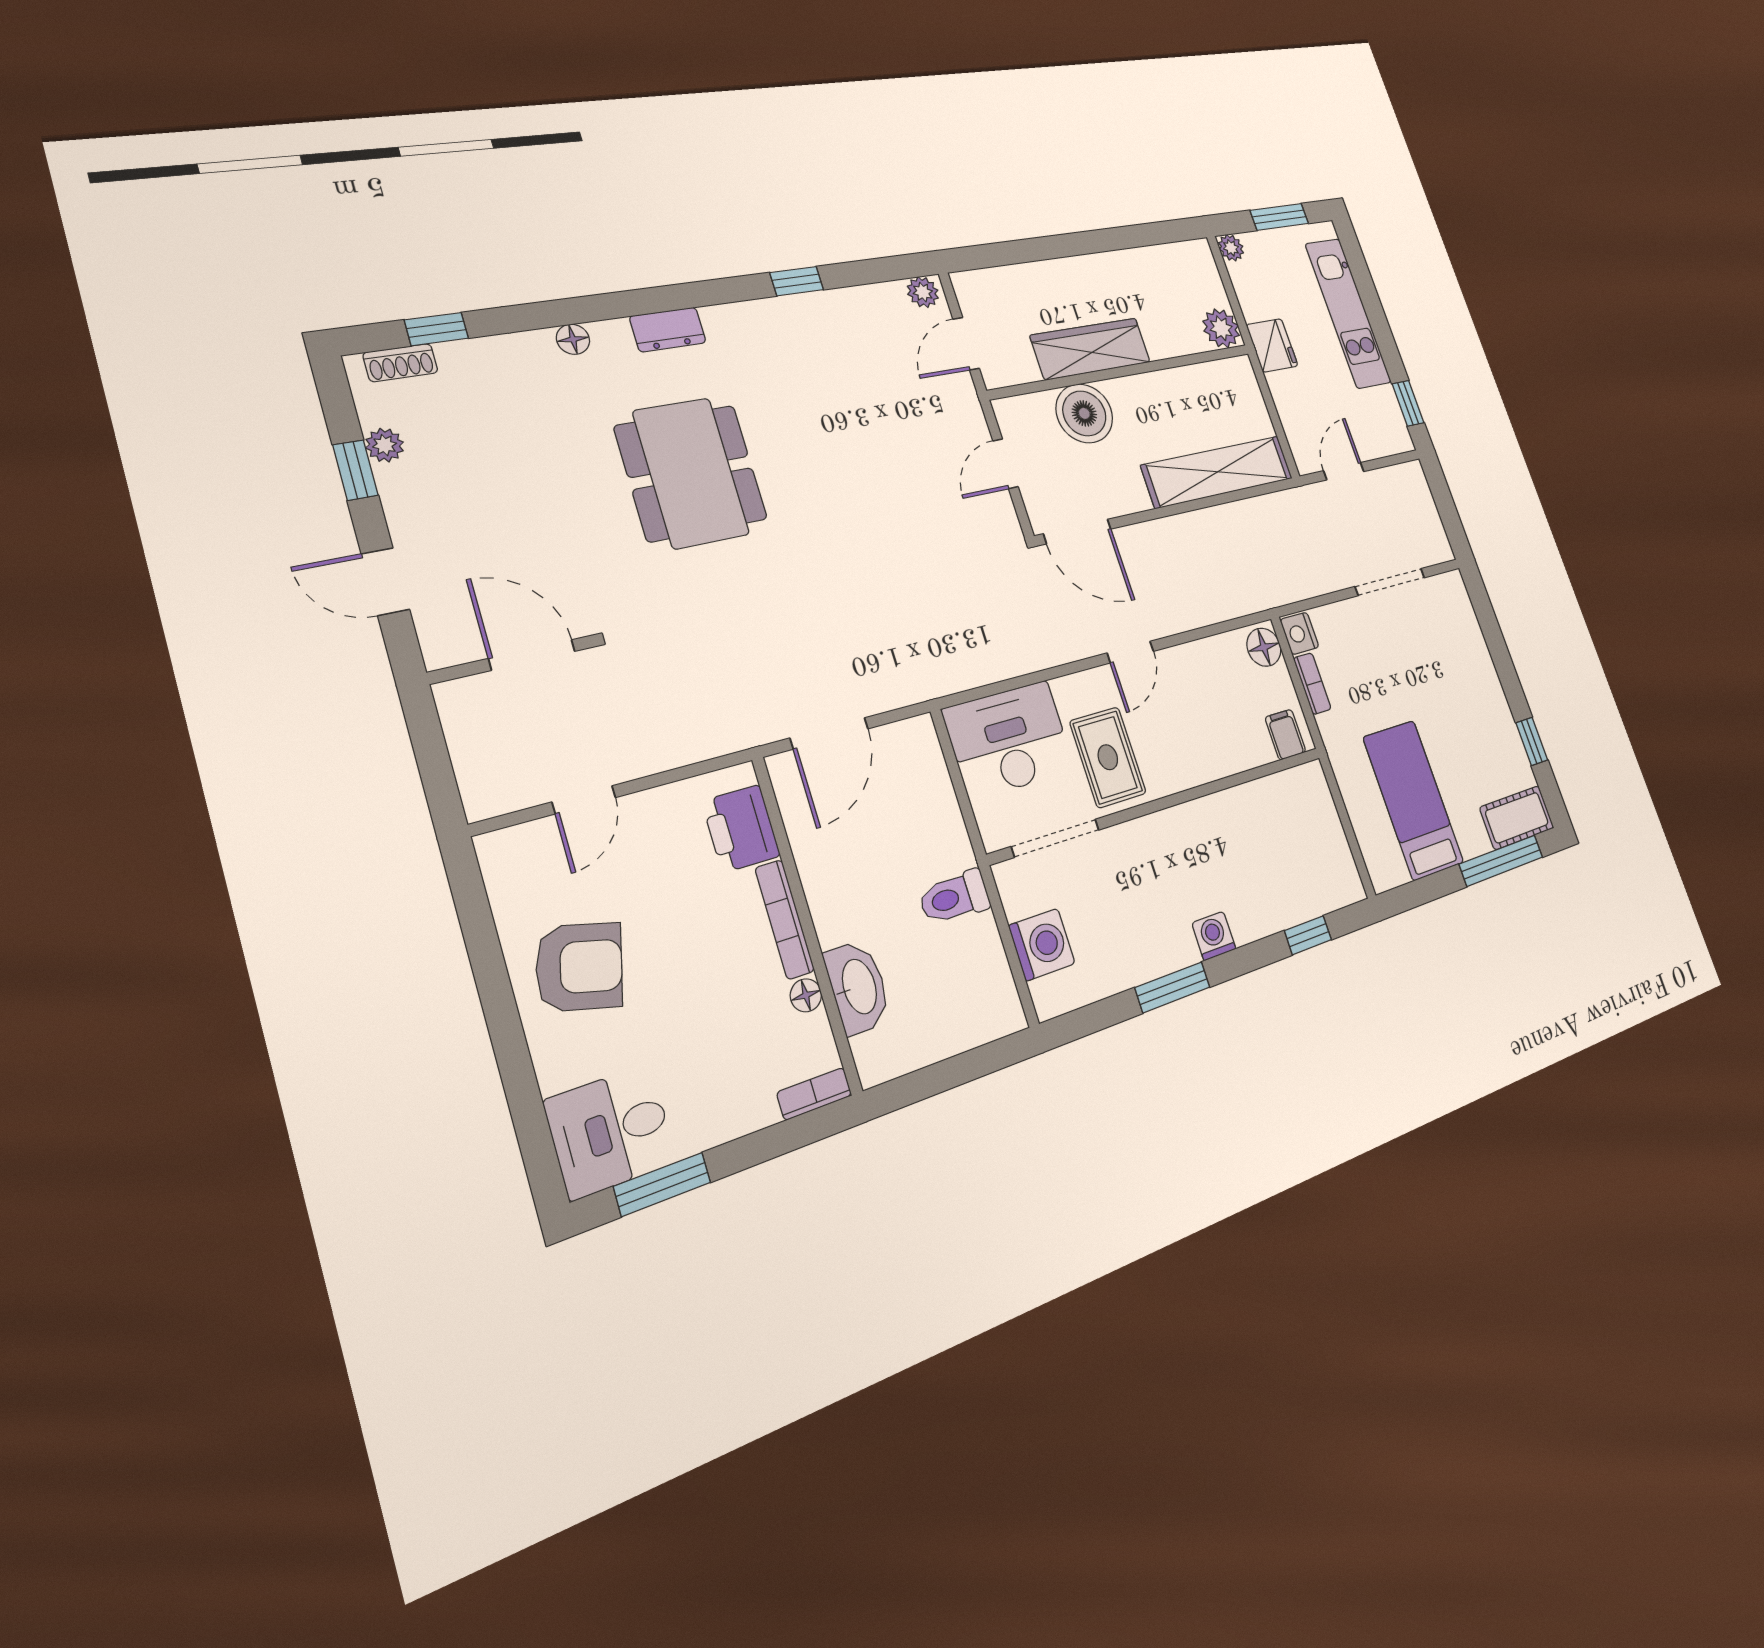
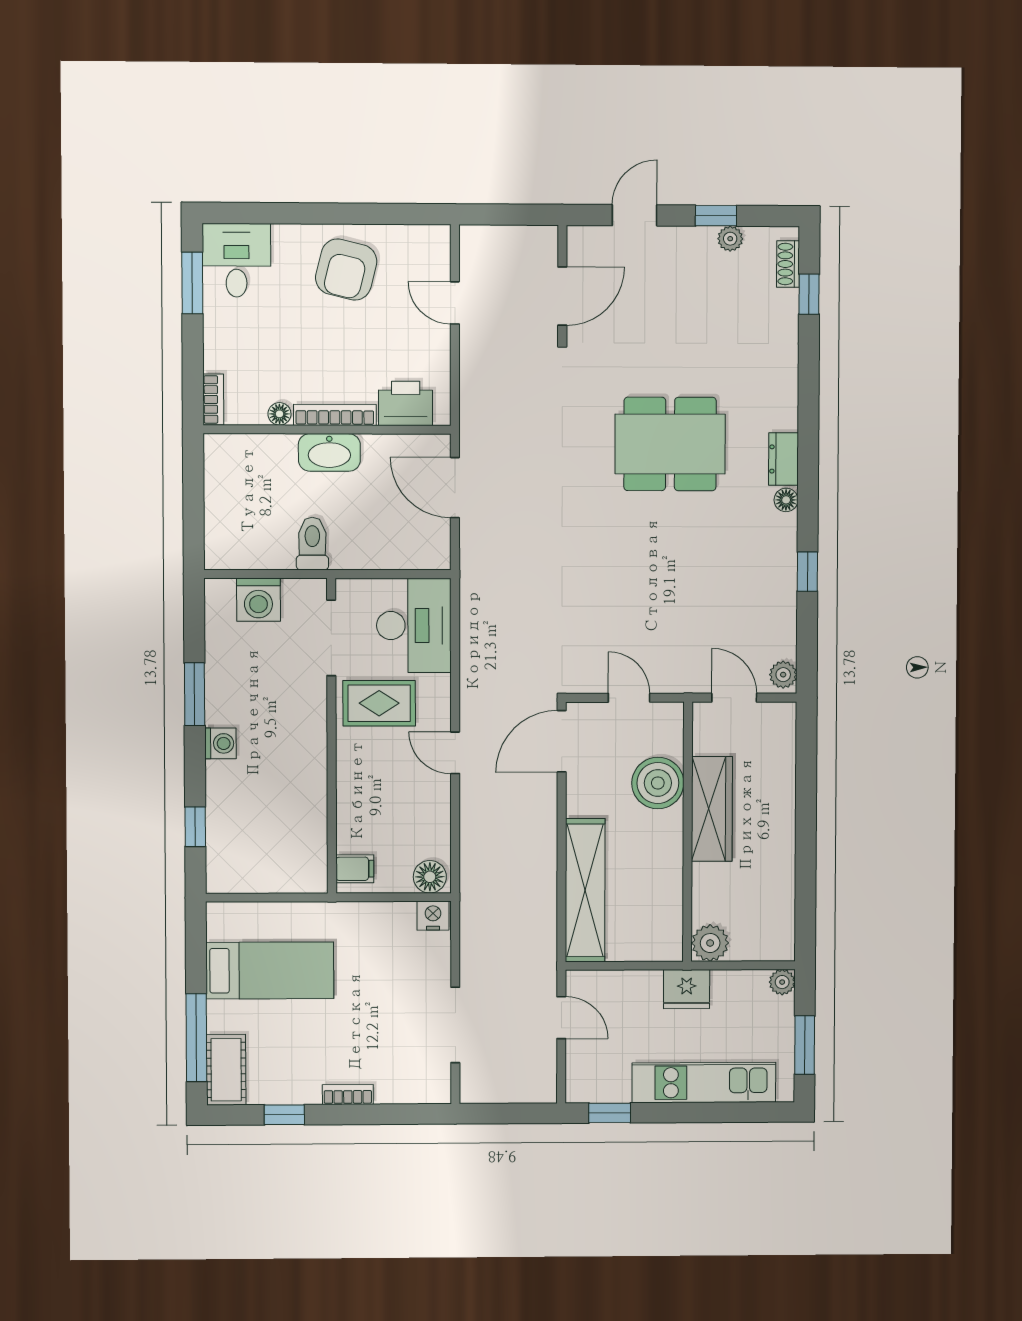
floor lamp: (573, 339) -> (786, 500), moved
bookcase: (1312, 684) -> (348, 1095), moved, turned 180
washbasin: (858, 987) -> (329, 452), moved

